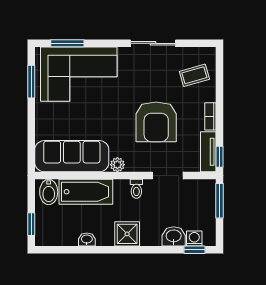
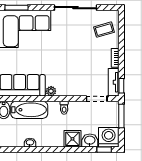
sliding door: (153, 43) -> (76, 8), width x1.37
armchair: (156, 122) -> (78, 62), removed
doorway: (168, 175) -> (97, 99), moved
shower: (127, 234) -> (72, 139), moved
washing machine: (194, 238) -> (109, 137), width x1.89, depth x1.89

